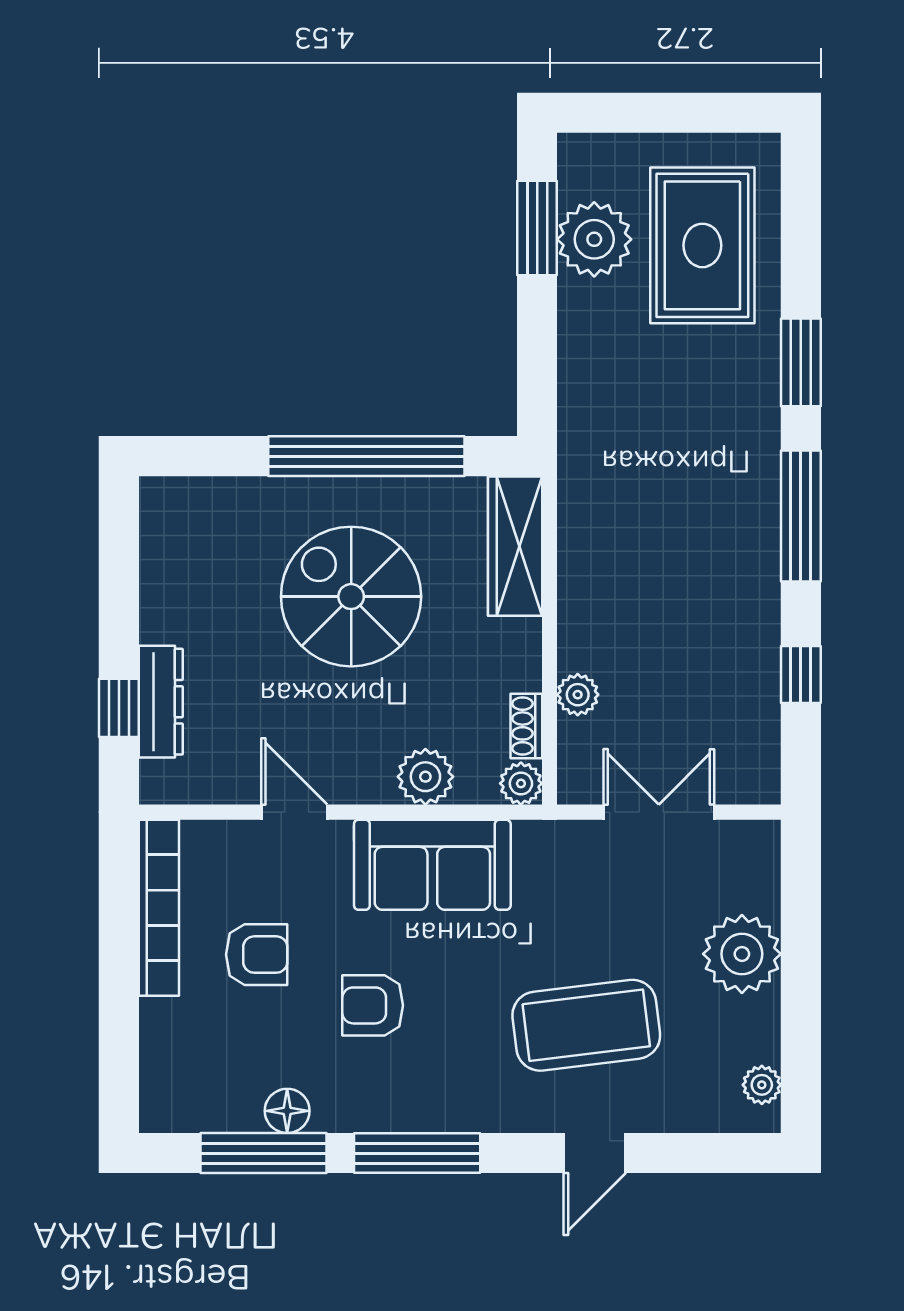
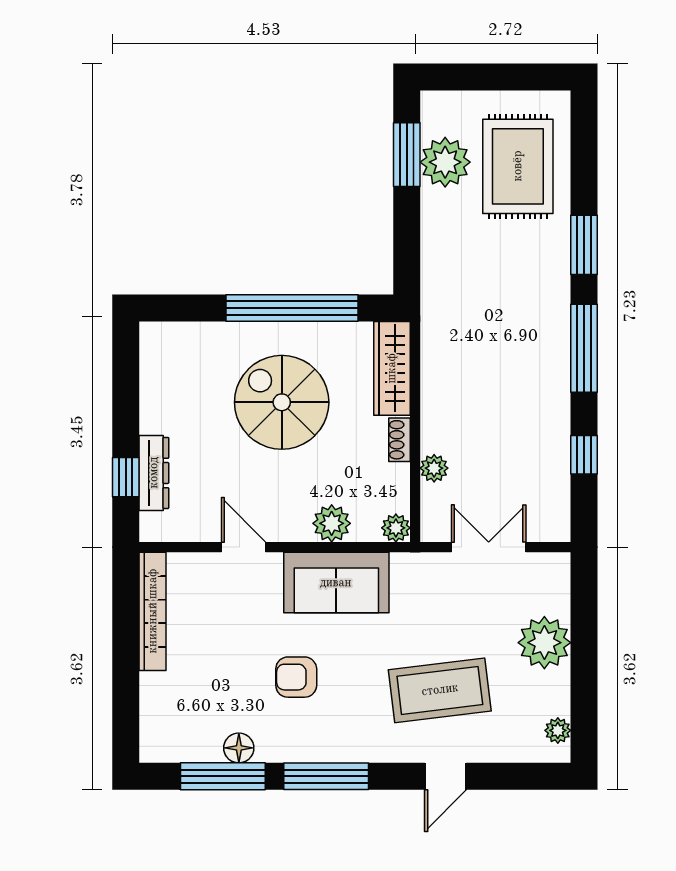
shoe rack: (526, 726) -> (399, 440), moved
armchair: (257, 955) -> (218, 643), removed

